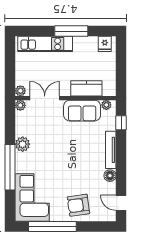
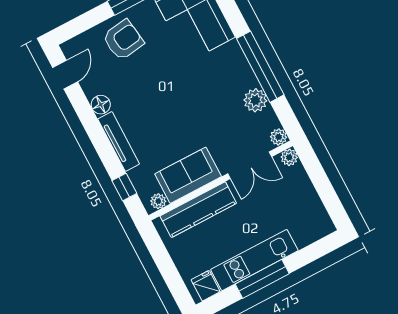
kitchen unit: (45, 44) -> (254, 260), moved
kitchen counter: (86, 88) -> (198, 210), width x1.50
plant: (23, 144) -> (255, 100), moved
window: (10, 167) -> (260, 67), moved
door: (121, 203) -> (65, 75), hinge flipped

